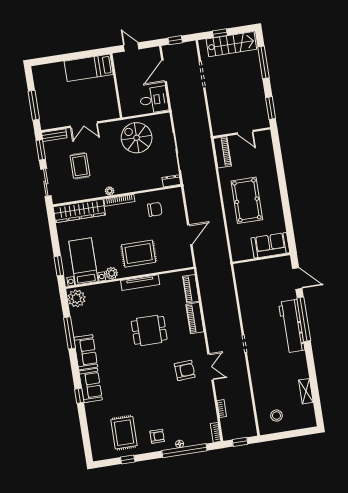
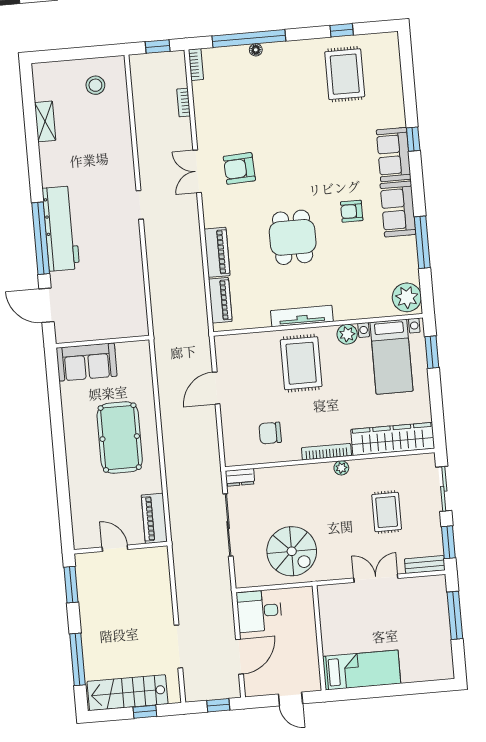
rug: (139, 254) -> (301, 363), turned 90
dining table: (149, 330) -> (293, 237), turned 90
armchair: (157, 436) -> (352, 211), moved

